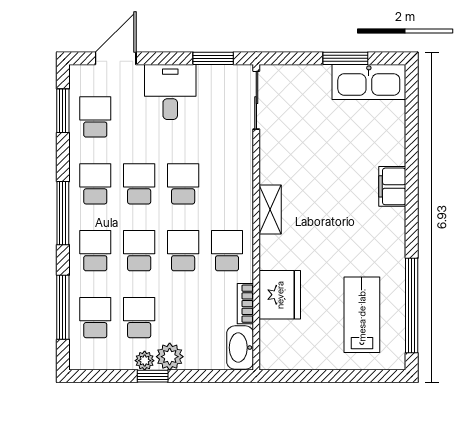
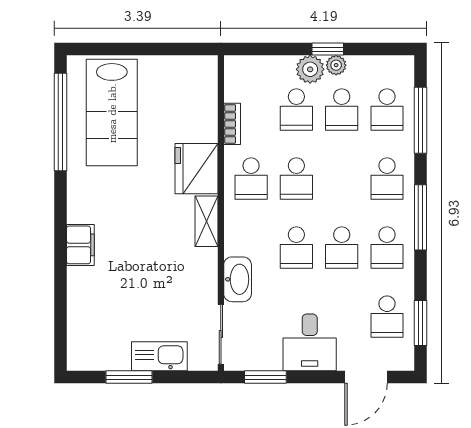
kitchen sink: (369, 82) -> (159, 356), moved, width x0.73, depth x0.81
school desk: (139, 251) -> (296, 110), moved
fridge: (280, 295) -> (197, 169), moved
lab bench: (362, 315) -> (112, 113), width x1.36, depth x1.39
washbasin: (240, 348) -> (238, 279), moved

